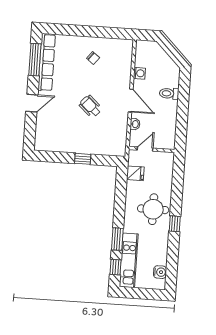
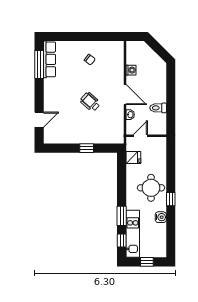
row of seats: (47, 62) -> (49, 59), width x0.73
toilet: (169, 93) -> (158, 108), moved
door: (32, 103) -> (39, 120), moved
water cooler: (160, 272) -> (161, 217), moved
window: (143, 294) -> (147, 262), added

